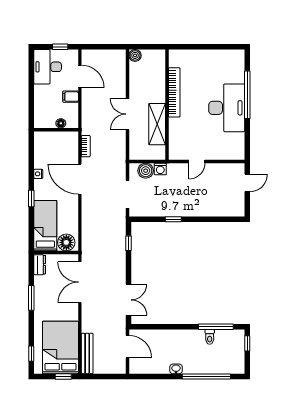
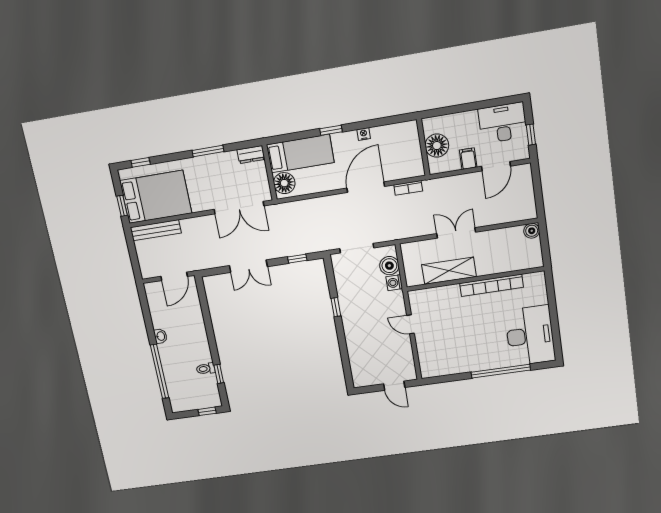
desk: (227, 108) -> (530, 336), moved, turned -90
floor lamp: (61, 123) -> (437, 146), width x1.89, depth x1.89
double door: (80, 282) -> (239, 208), swing flipped
double door: (128, 300) -> (248, 266), moved
window: (216, 327) -> (219, 374), width x0.46

